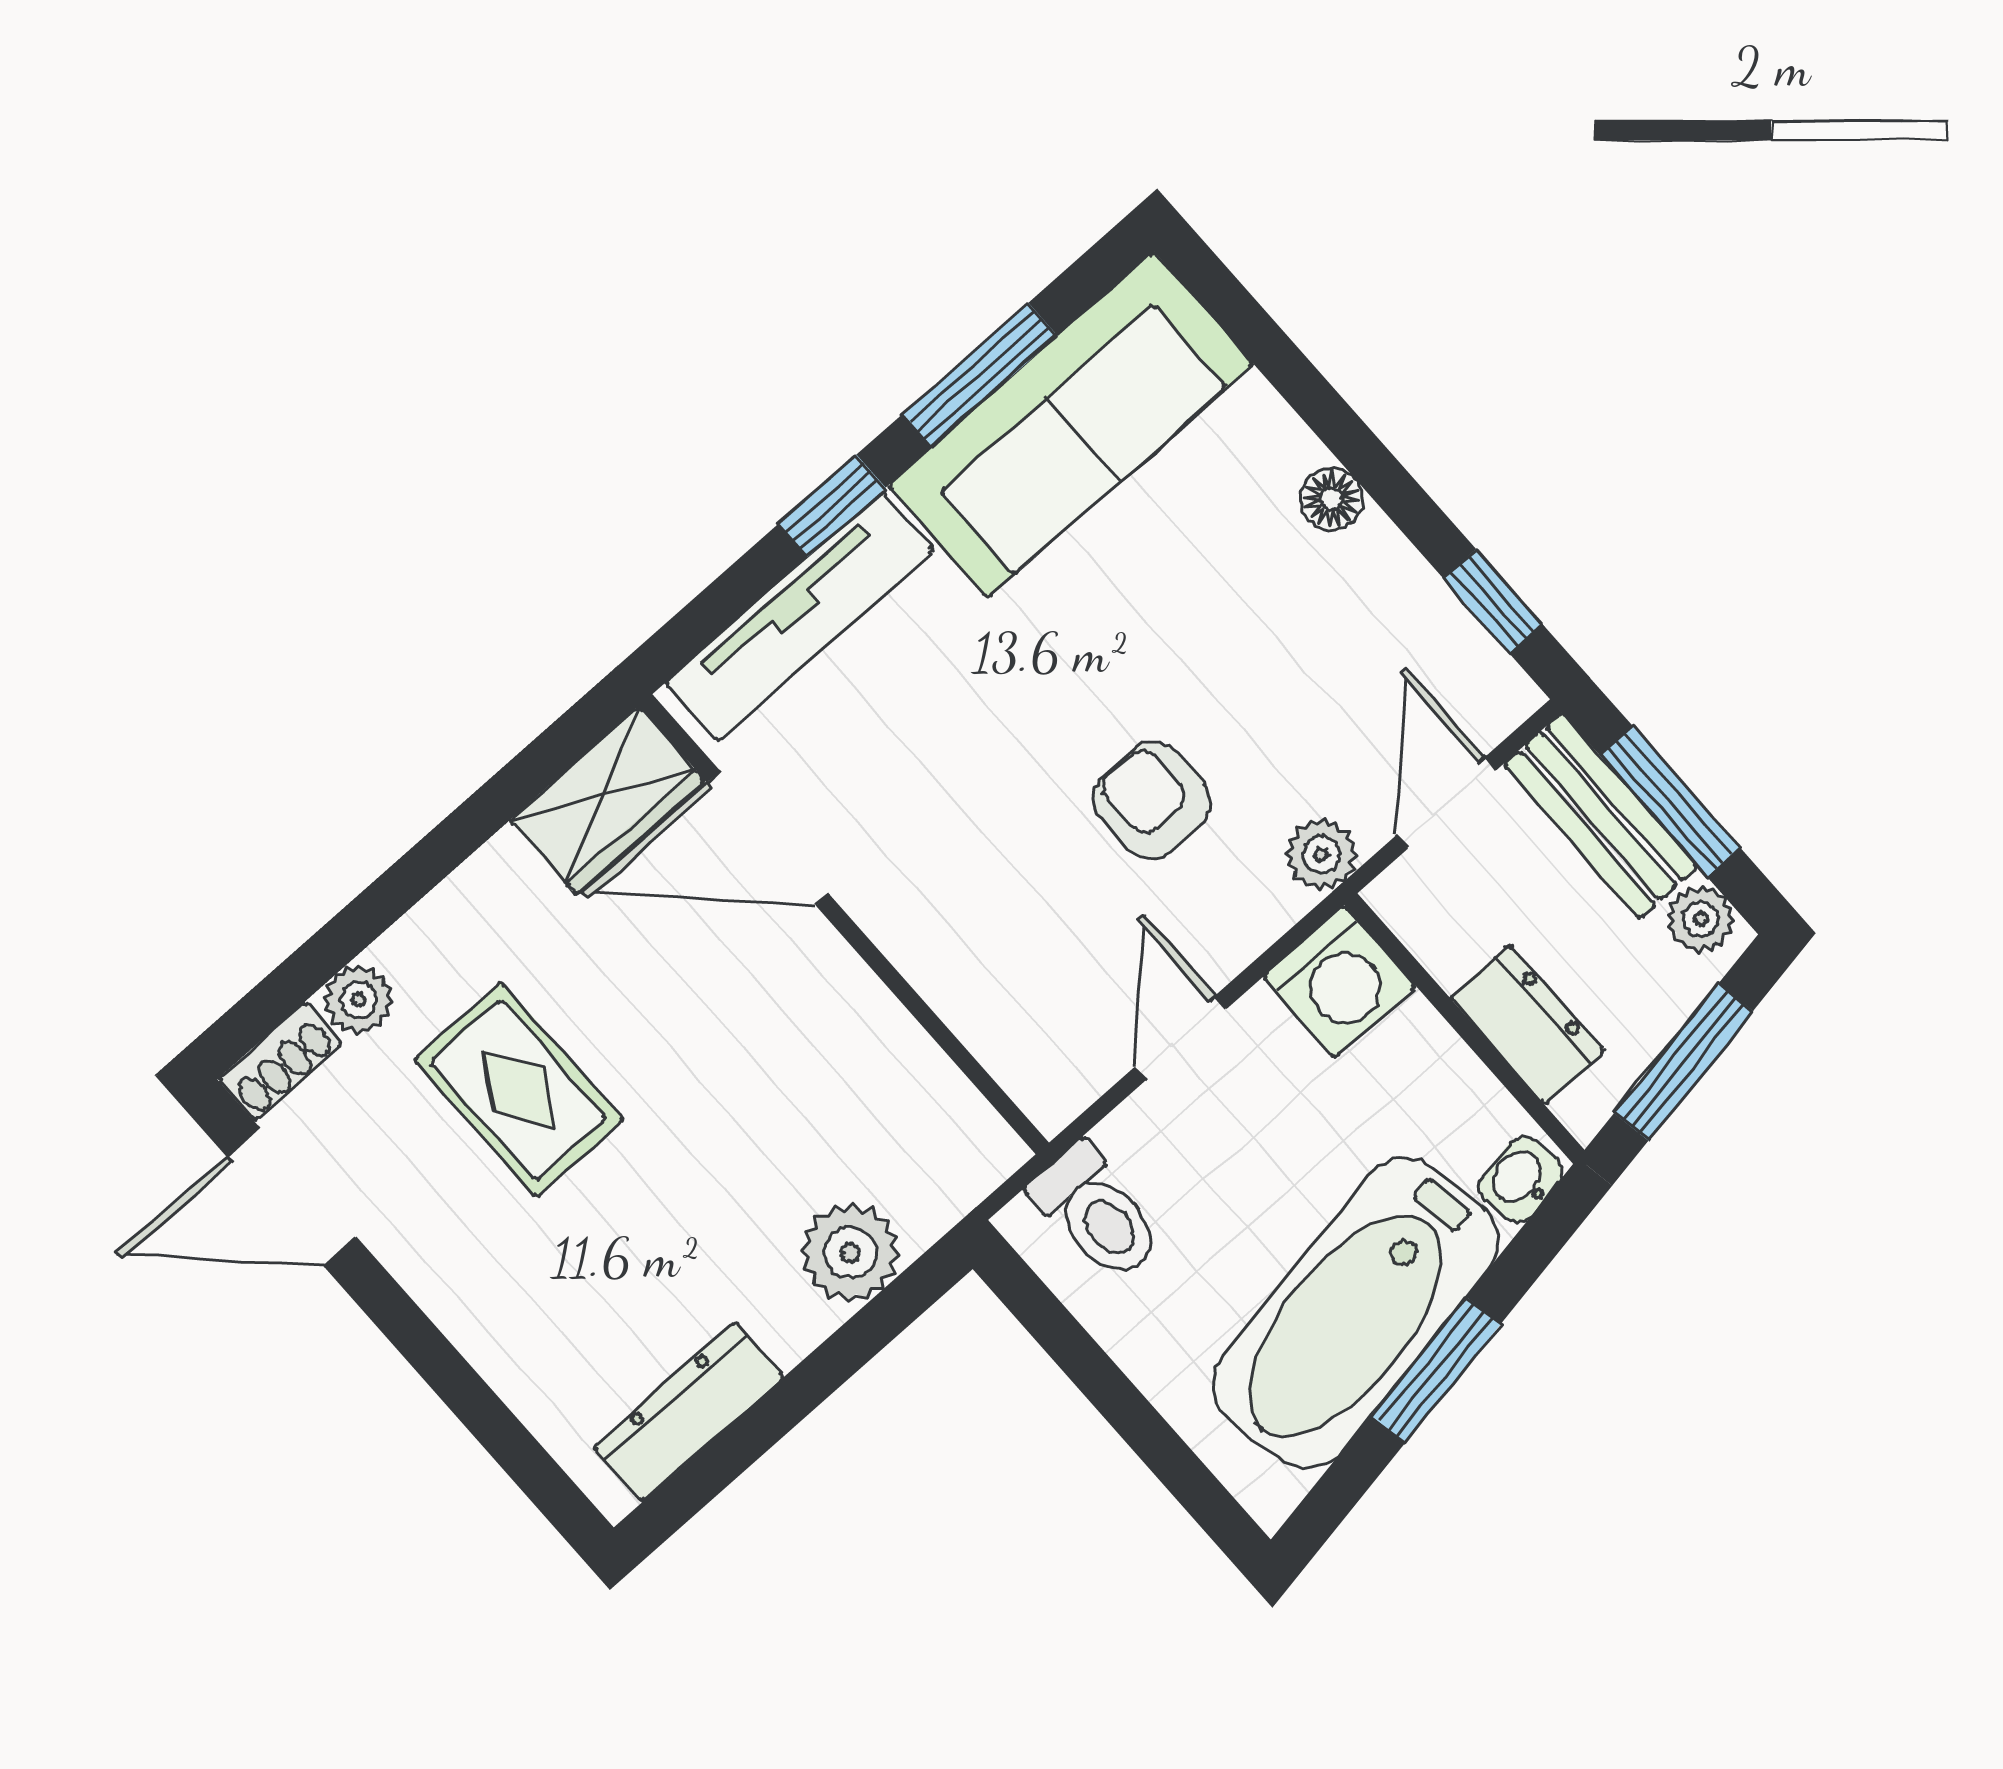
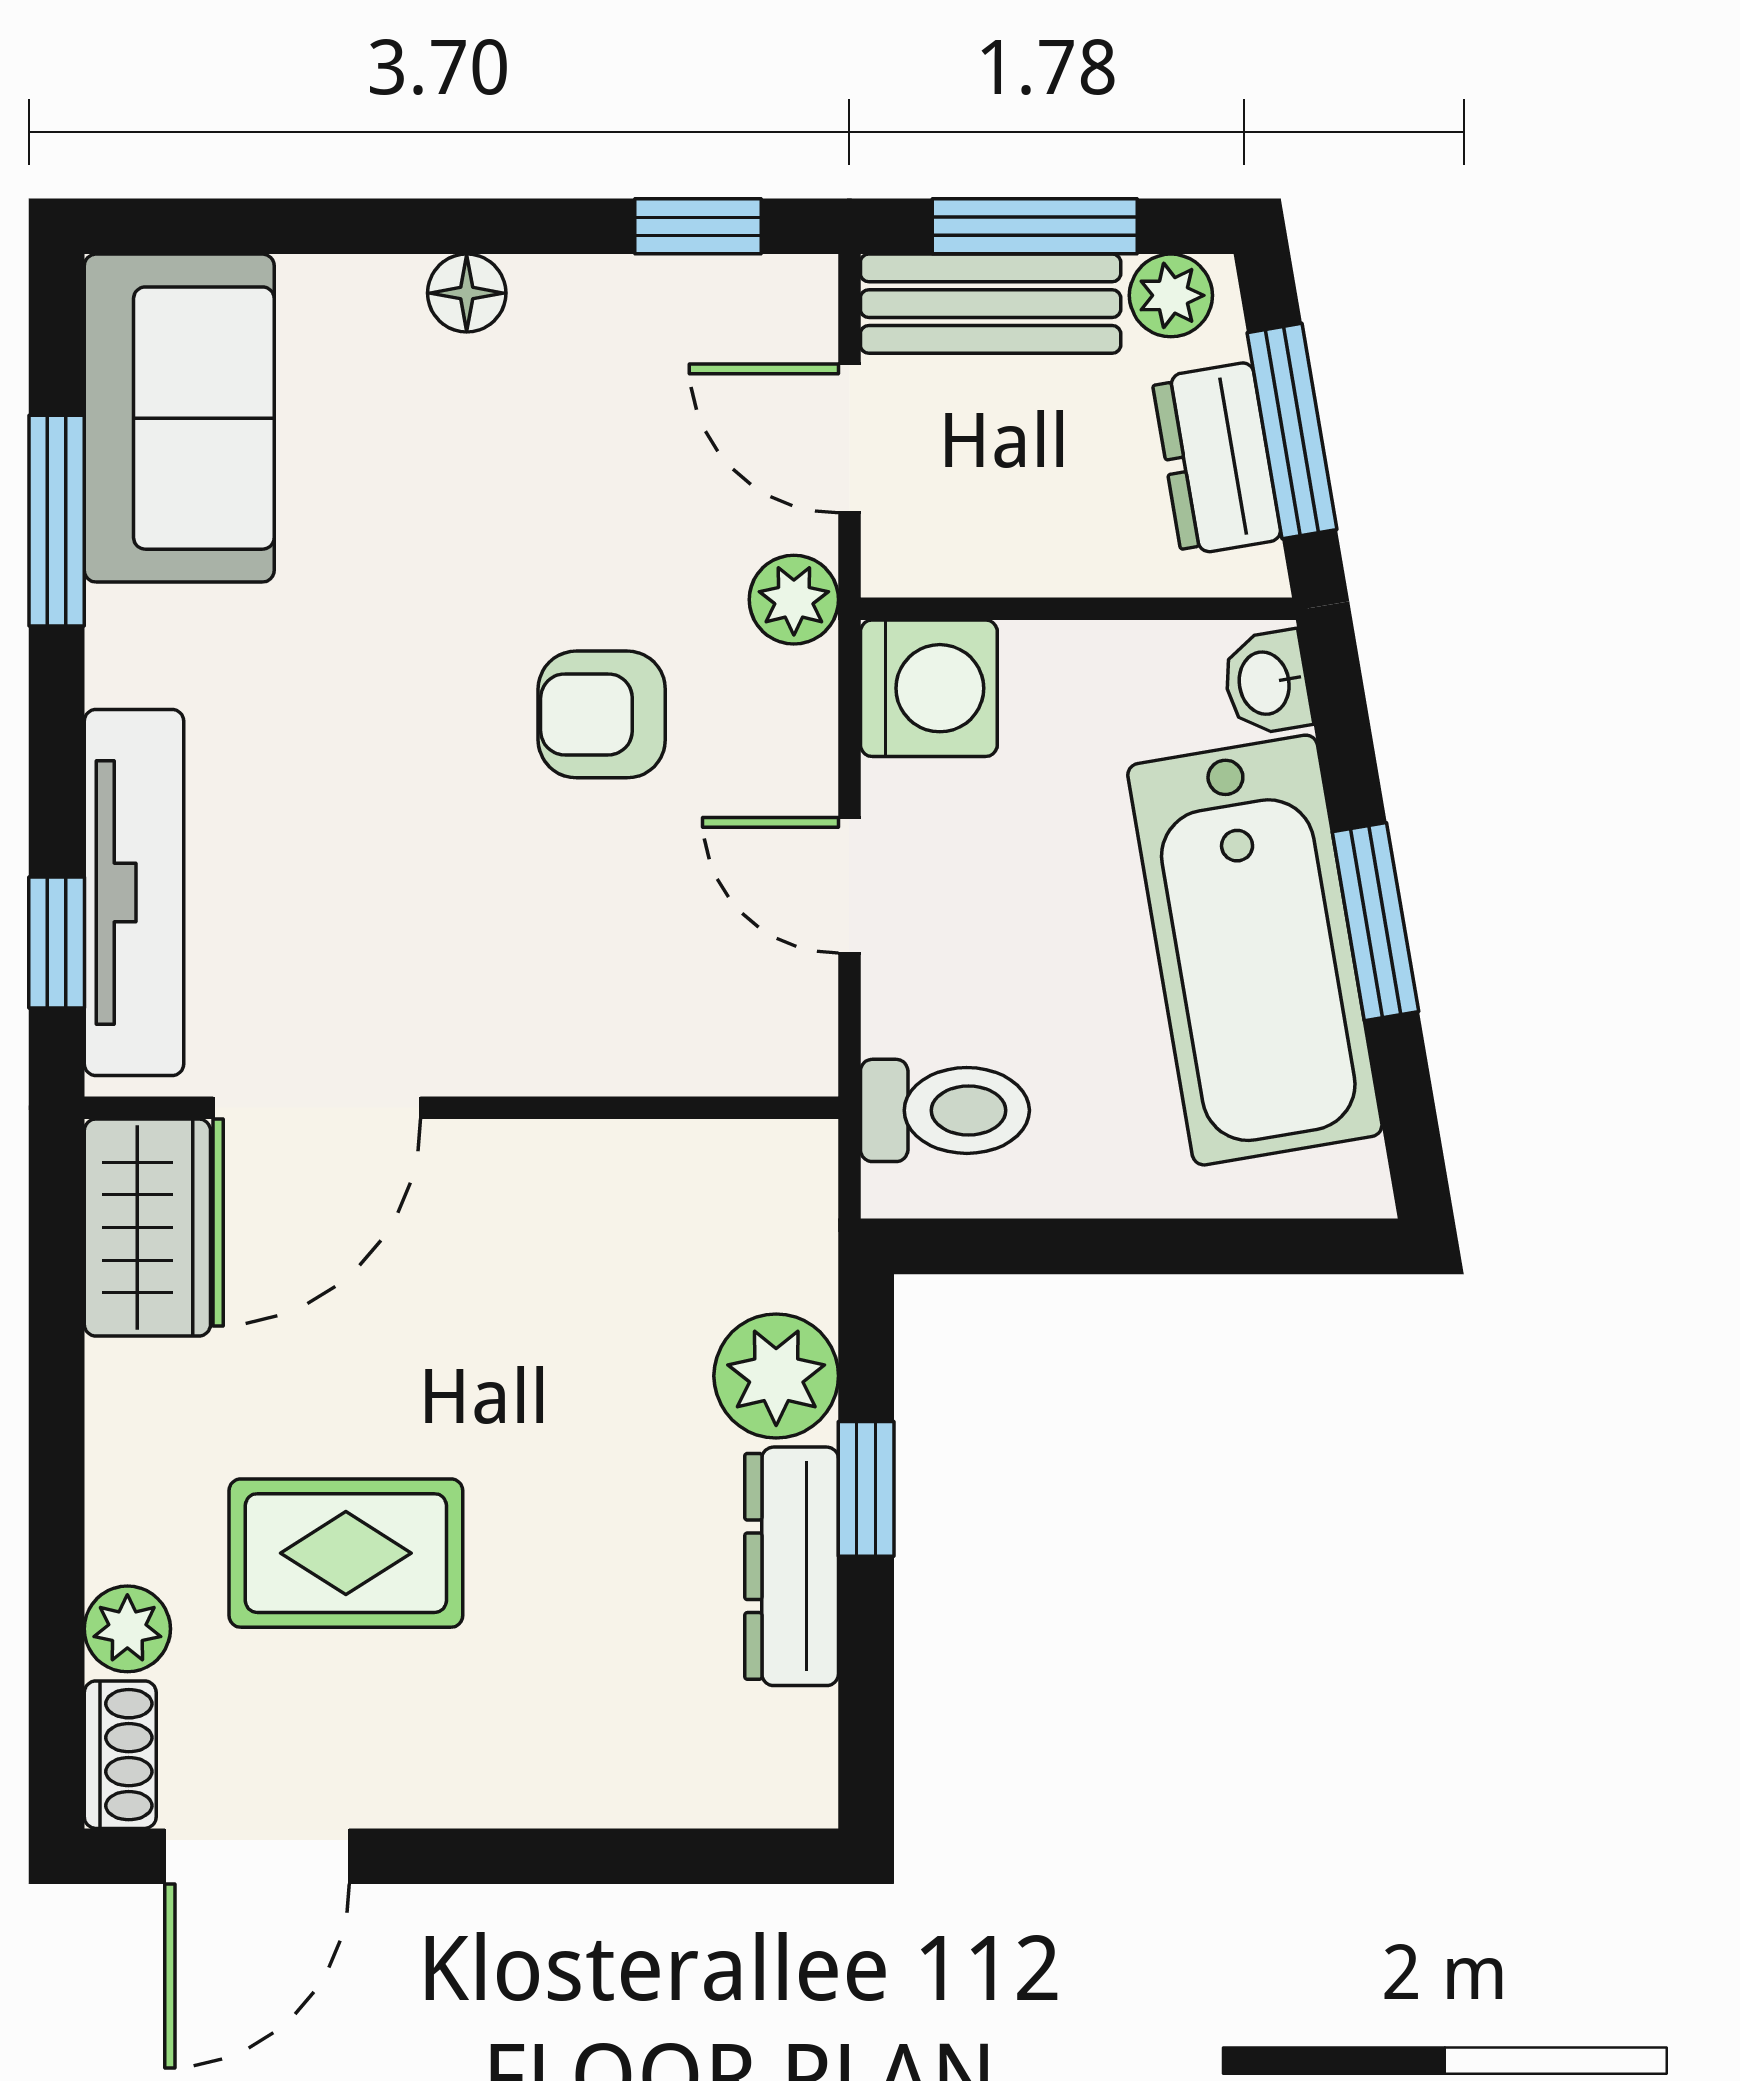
sofa: (1071, 425) -> (179, 418), width x0.73
window: (832, 506) -> (57, 943), moved
dresser: (1527, 1024) -> (1217, 459), moved, turned -100
window: (830, 1365) -> (866, 1489), added
dresser: (689, 1412) -> (792, 1566), moved

